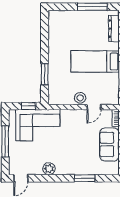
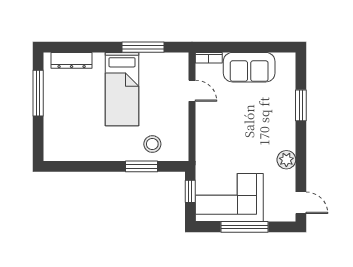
stool: (80, 98) -> (152, 144), moved
corner sofa: (38, 125) -> (229, 198), moved, turned -90

